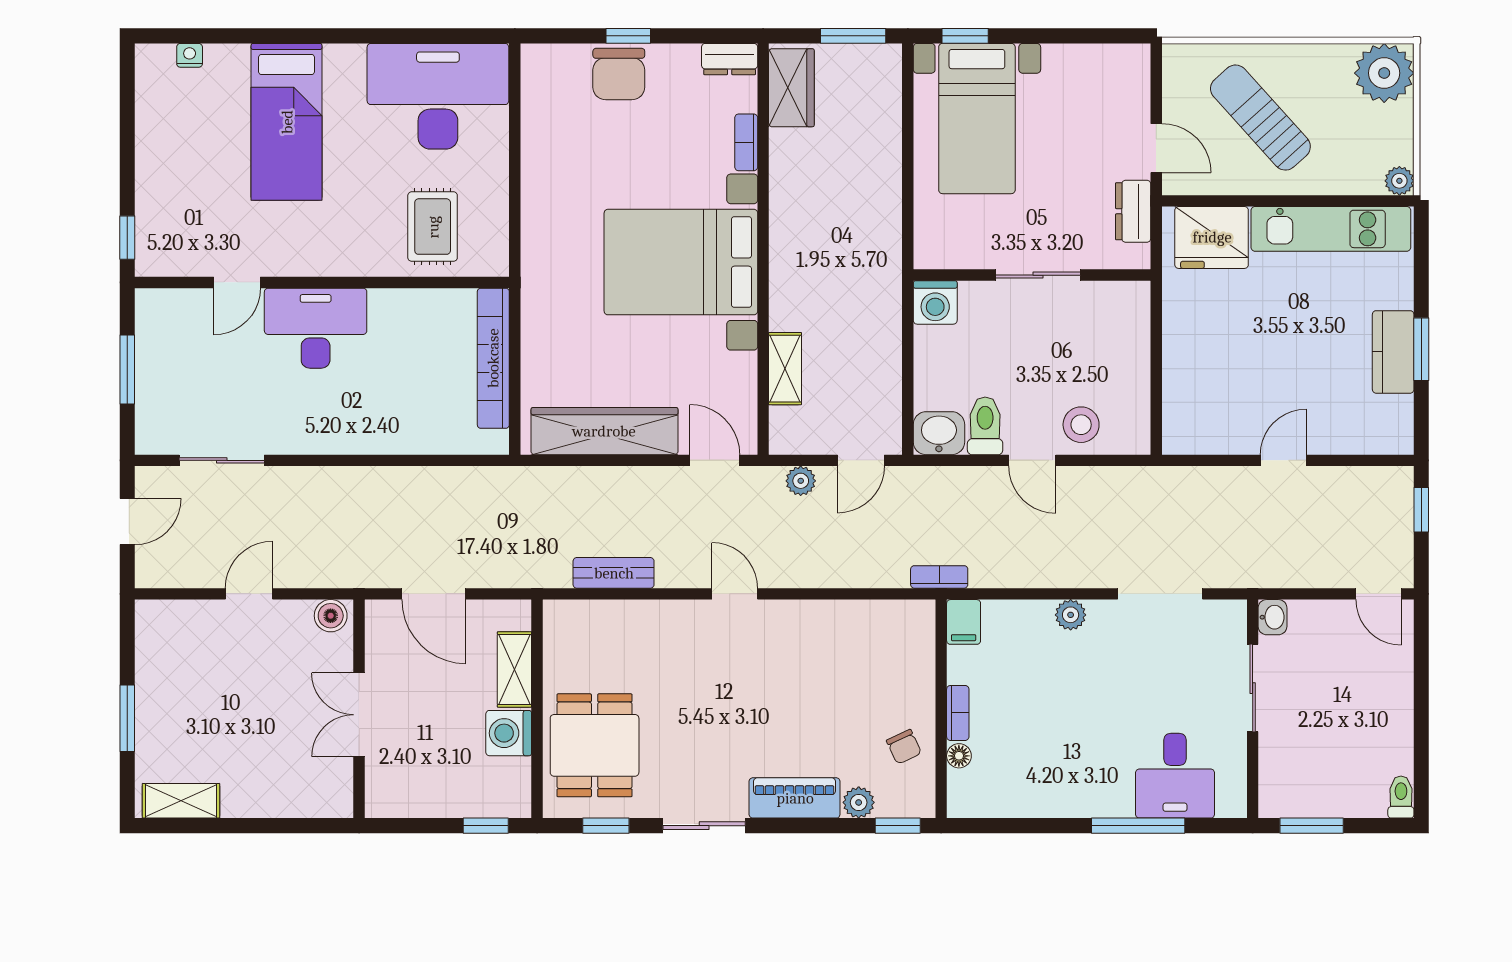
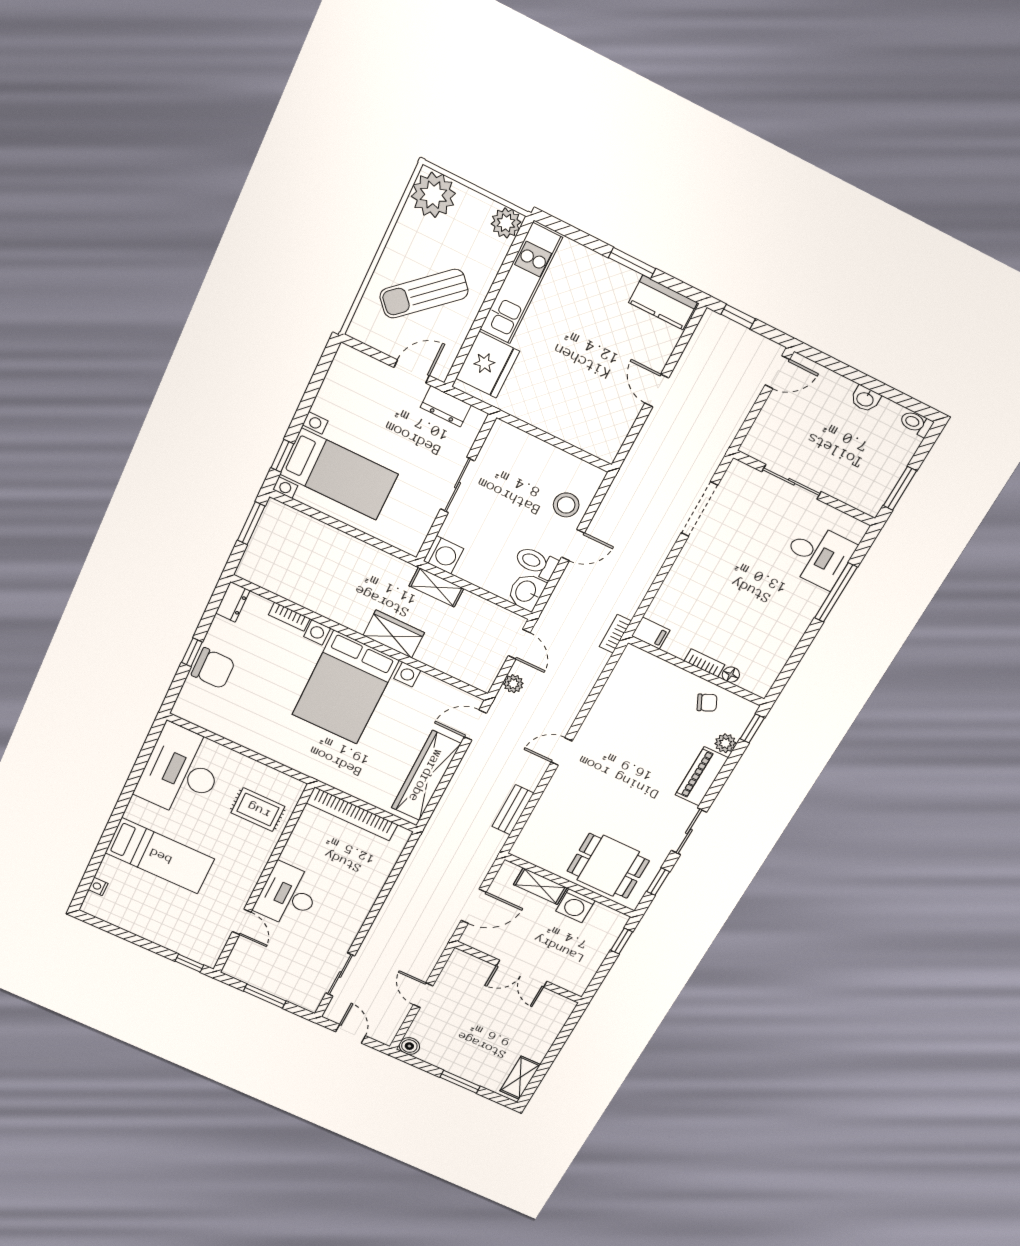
wardrobe: (791, 88) -> (394, 634), moved
plant: (1399, 181) -> (506, 223), width x1.38, depth x1.38
kitchen counter: (1393, 352) -> (663, 303), moved
shelving: (785, 369) -> (436, 587), moved
plant: (1071, 615) -> (682, 569), removed
boiler: (331, 616) -> (409, 1046), moved
washbasin: (1272, 617) -> (865, 399), moved, turned 180

